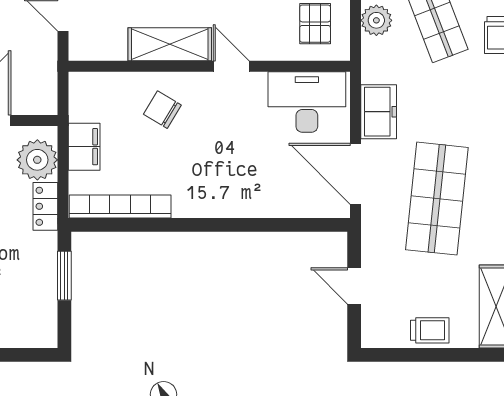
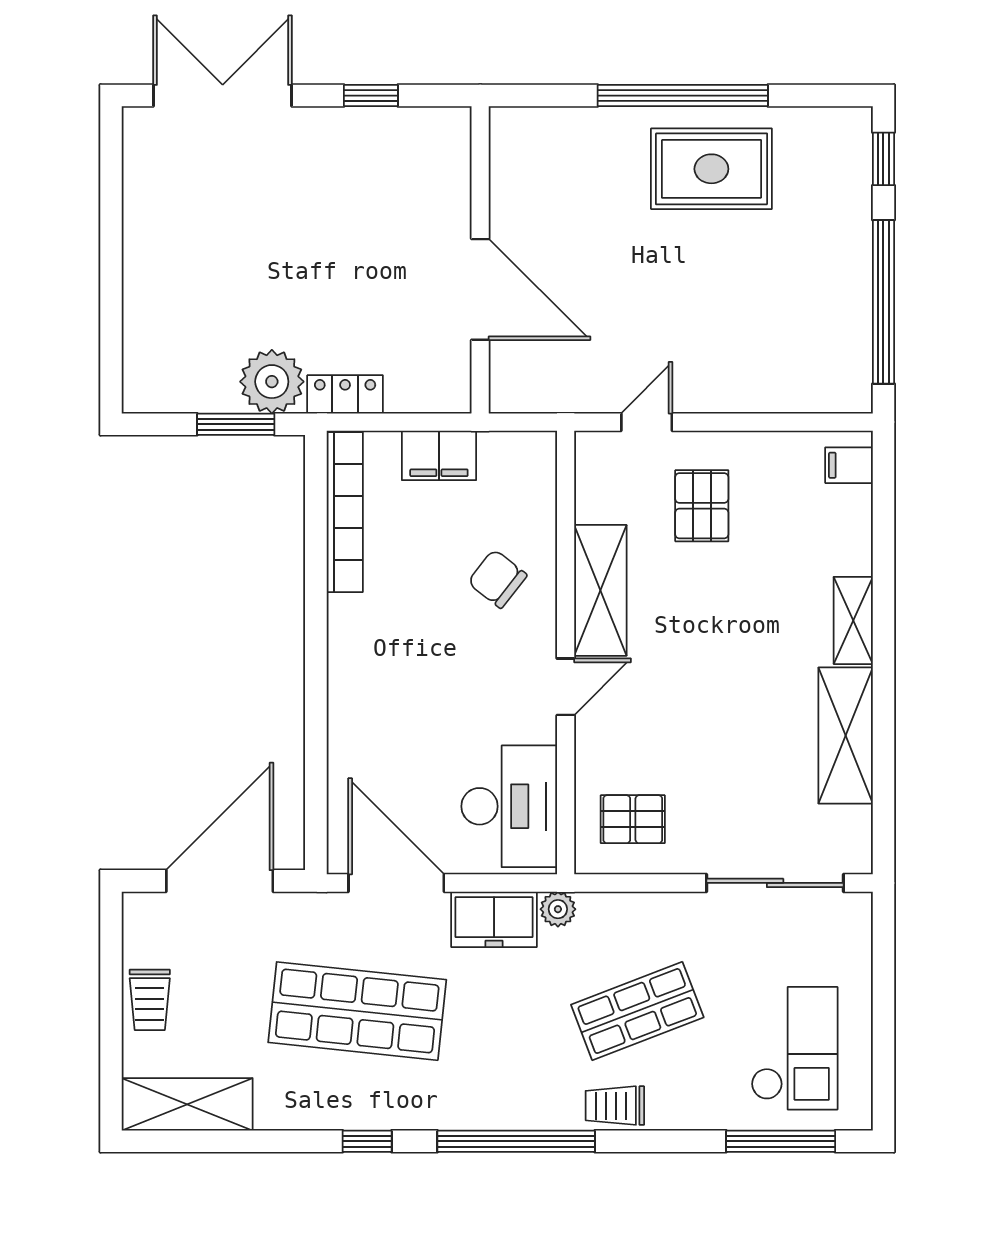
plant: (376, 20) -> (558, 909), moved, width x0.73, depth x0.73
chair: (162, 110) -> (497, 579), turned -83
plant: (37, 160) -> (272, 382), moved
door: (356, 174) -> (396, 883), hinge flipped
door: (354, 286) -> (220, 881), width x1.87

